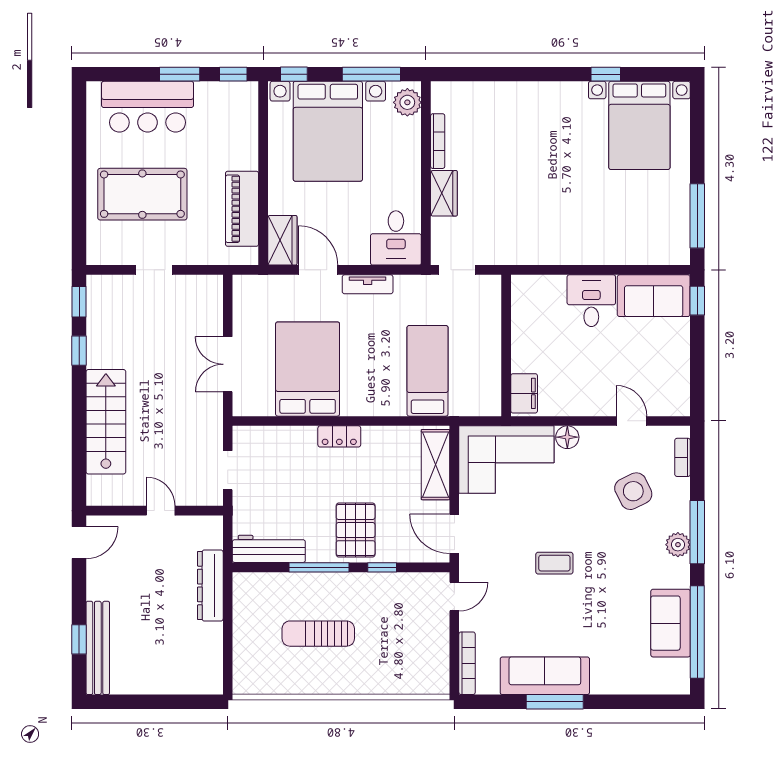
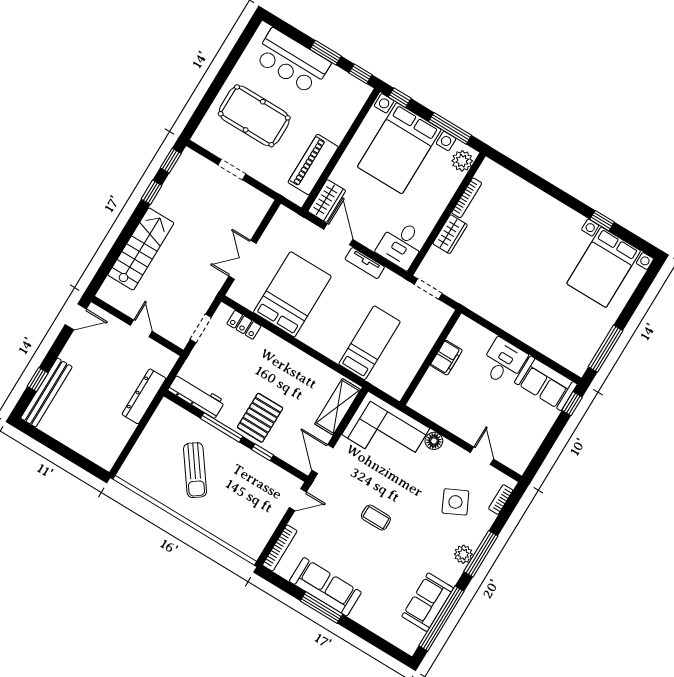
filing cabinet: (524, 393) -> (446, 358), moved
locker: (339, 436) -> (244, 325), moved
sun lounger: (318, 634) -> (195, 470), turned -126

